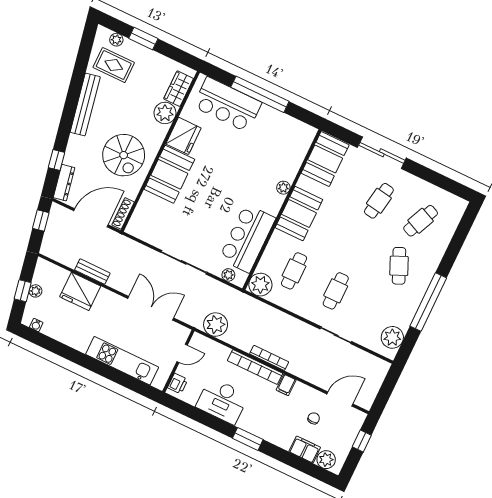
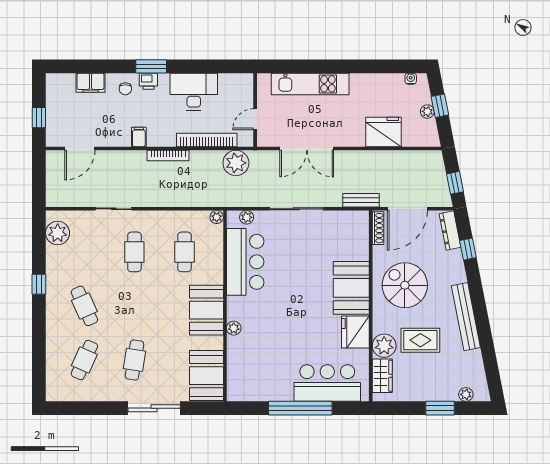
rug: (114, 65) -> (420, 340), moved
bench: (92, 272) -> (361, 200), moved
plant: (260, 285) -> (217, 217), width x0.53, depth x0.53
window: (428, 302) -> (39, 284), width x0.32
bookcase: (255, 367) -> (207, 140), moved
printer: (178, 384) -> (148, 81), moved, turned -90
chair: (314, 418) -> (125, 89), moved
plant: (326, 460) -> (65, 83), removed

